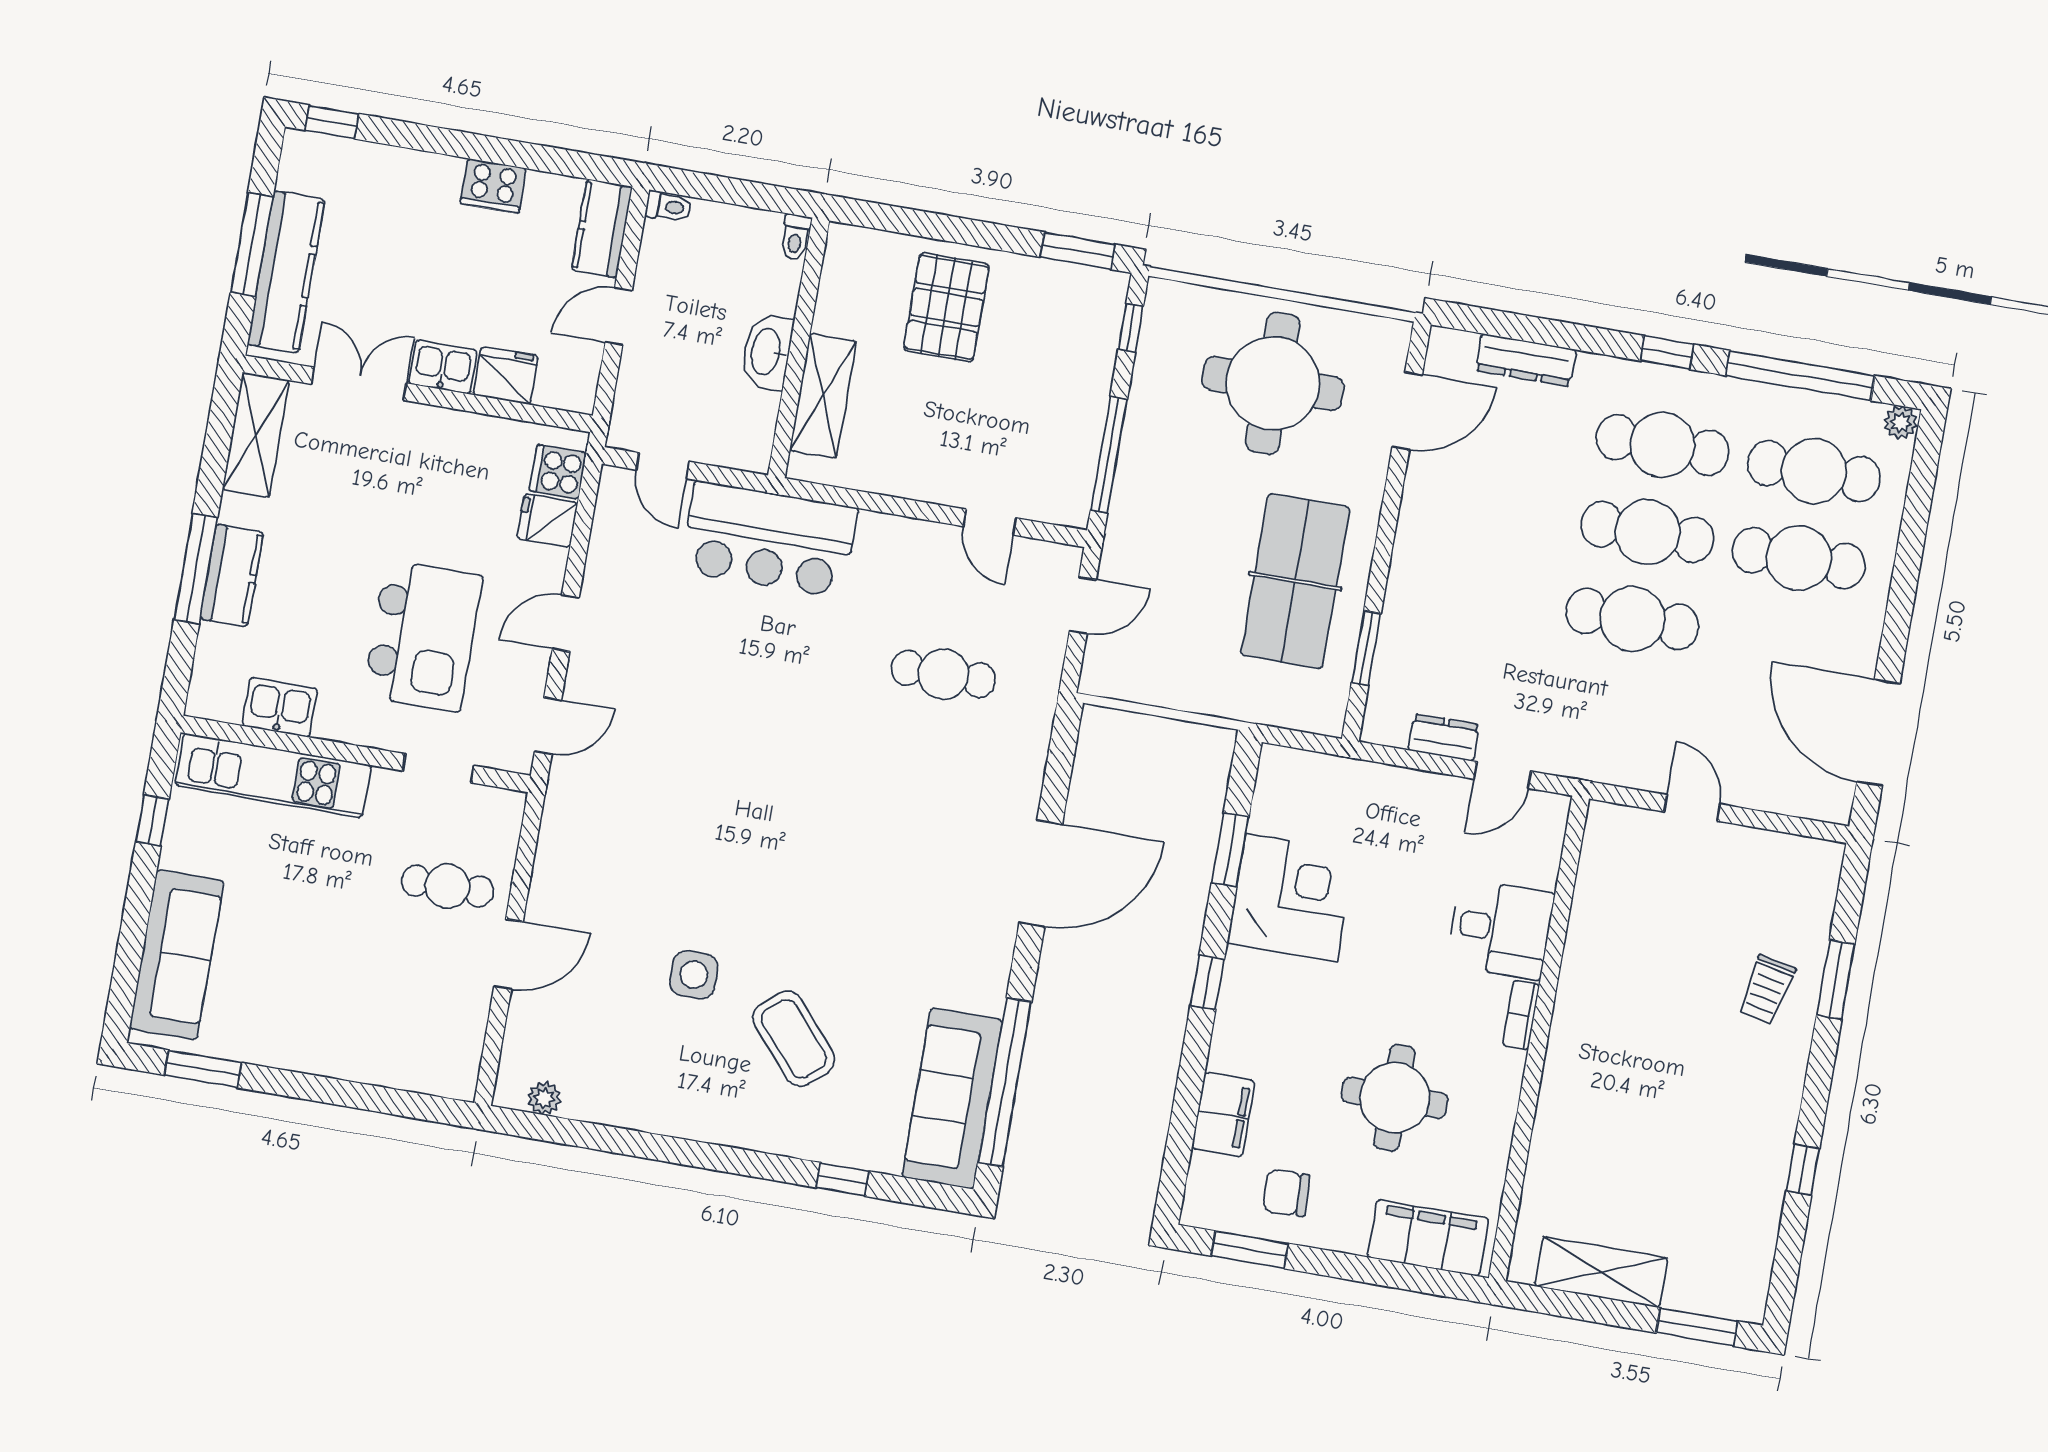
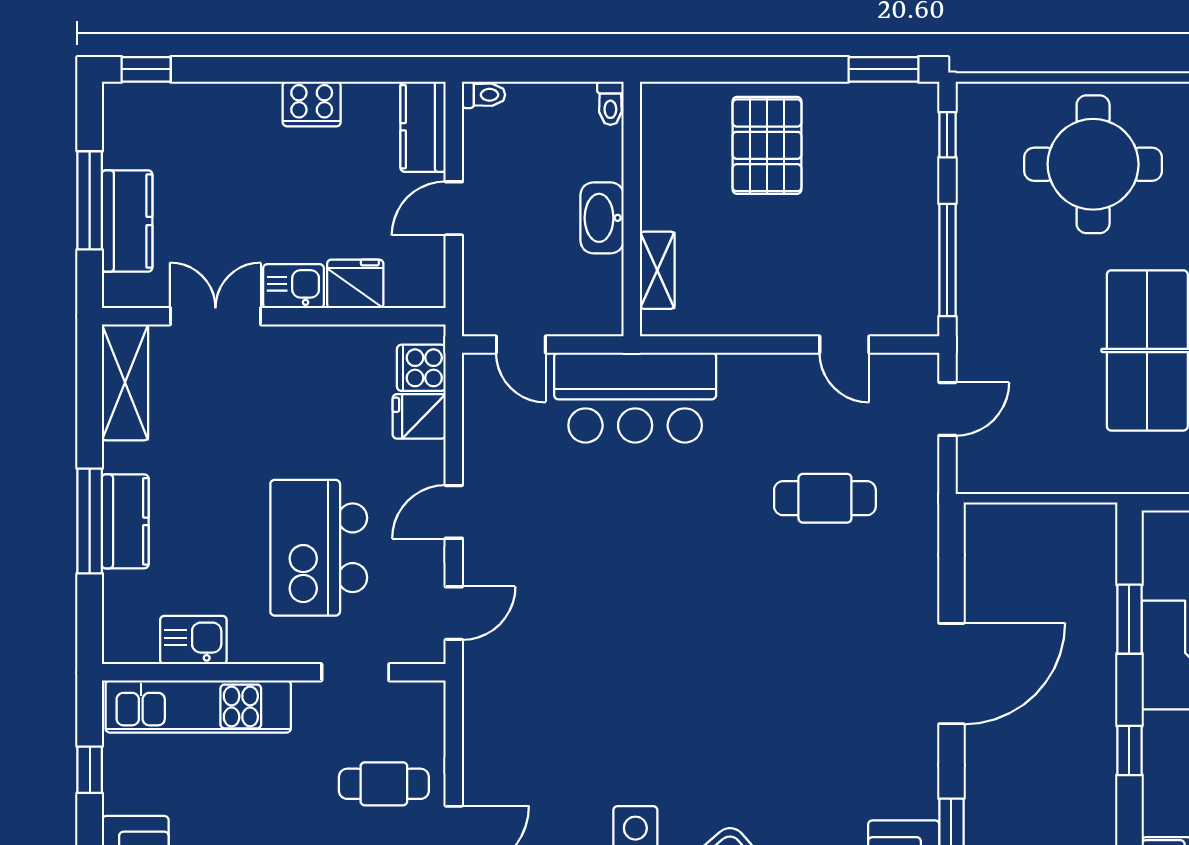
kitchen counter: (286, 272) -> (127, 221), width x0.67
shelving: (823, 396) -> (657, 270), width x0.67, depth x0.75
kitchen island: (423, 636) -> (319, 548), turned 180

